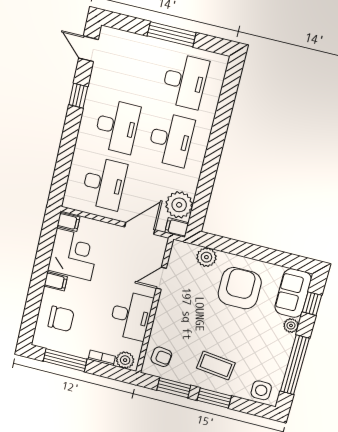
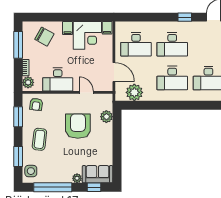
filing cabinet: (177, 228) -> (120, 94), removed
armchair: (240, 288) -> (78, 126), moved, turned -90
chair: (61, 319) -> (44, 37), turned -61
window: (214, 398) -> (18, 157), moved

